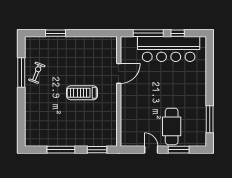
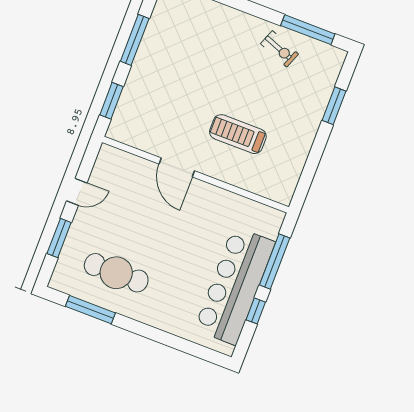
window: (21, 73) -> (308, 30), moved
door: (119, 73) -> (177, 167), moved
treadmill: (82, 93) -> (238, 134), moved, turned -90
cafe table: (172, 126) -> (116, 273), moved

